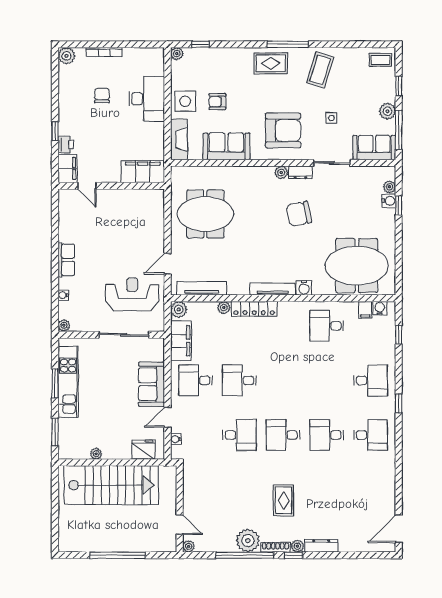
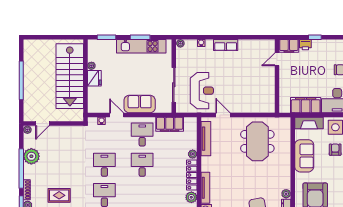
filing cabinet: (143, 171) -> (306, 105), moved, turned -90
plant: (179, 310) -> (191, 197), moved
desk: (239, 435) -> (104, 165), turned 180
fridge: (143, 450) -> (94, 78), moved
plant: (248, 541) -> (31, 156), moved

